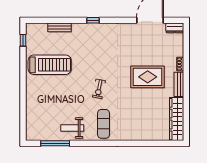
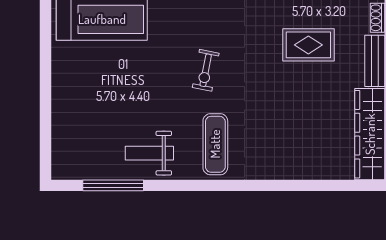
rug: (148, 77) -> (308, 45), width x0.73, depth x0.70

